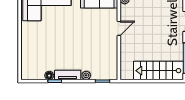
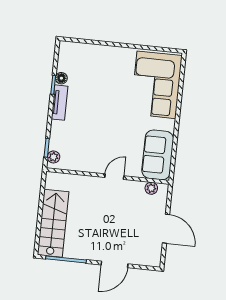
door: (119, 28) -> (114, 177), swing flipped
plant: (86, 75) -> (54, 157), moved

